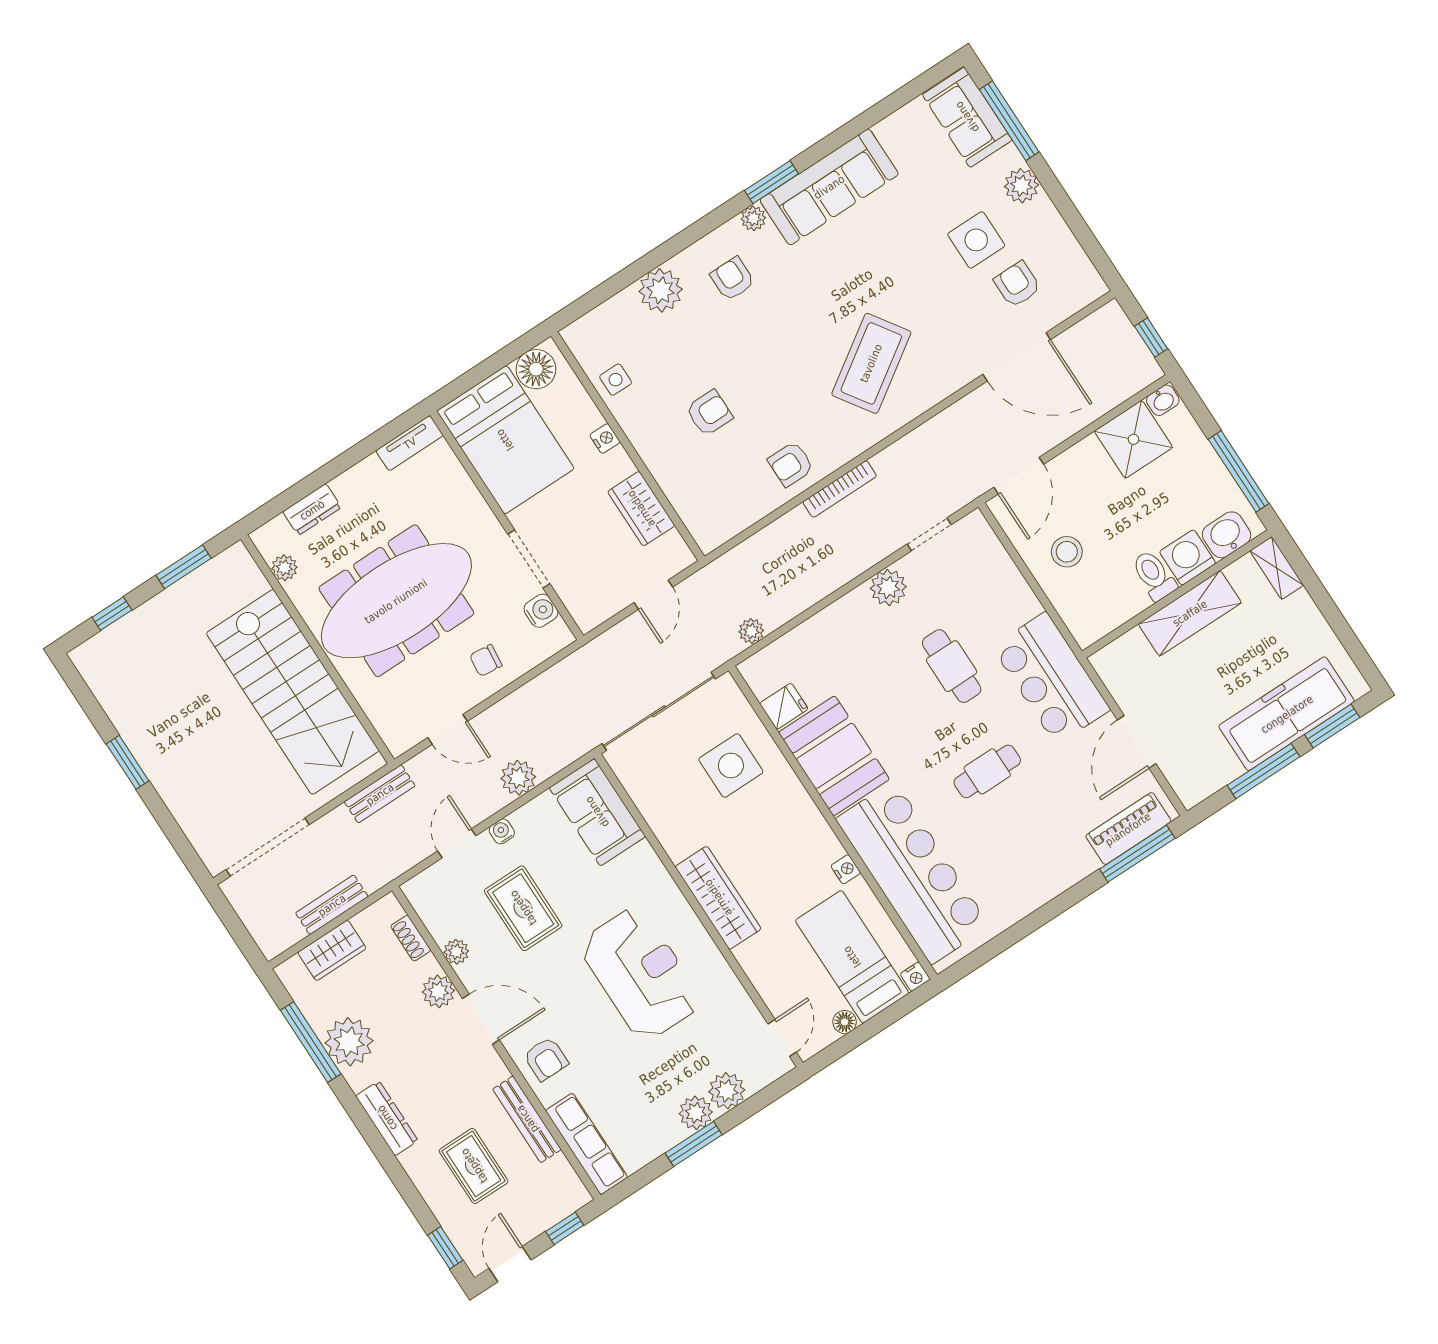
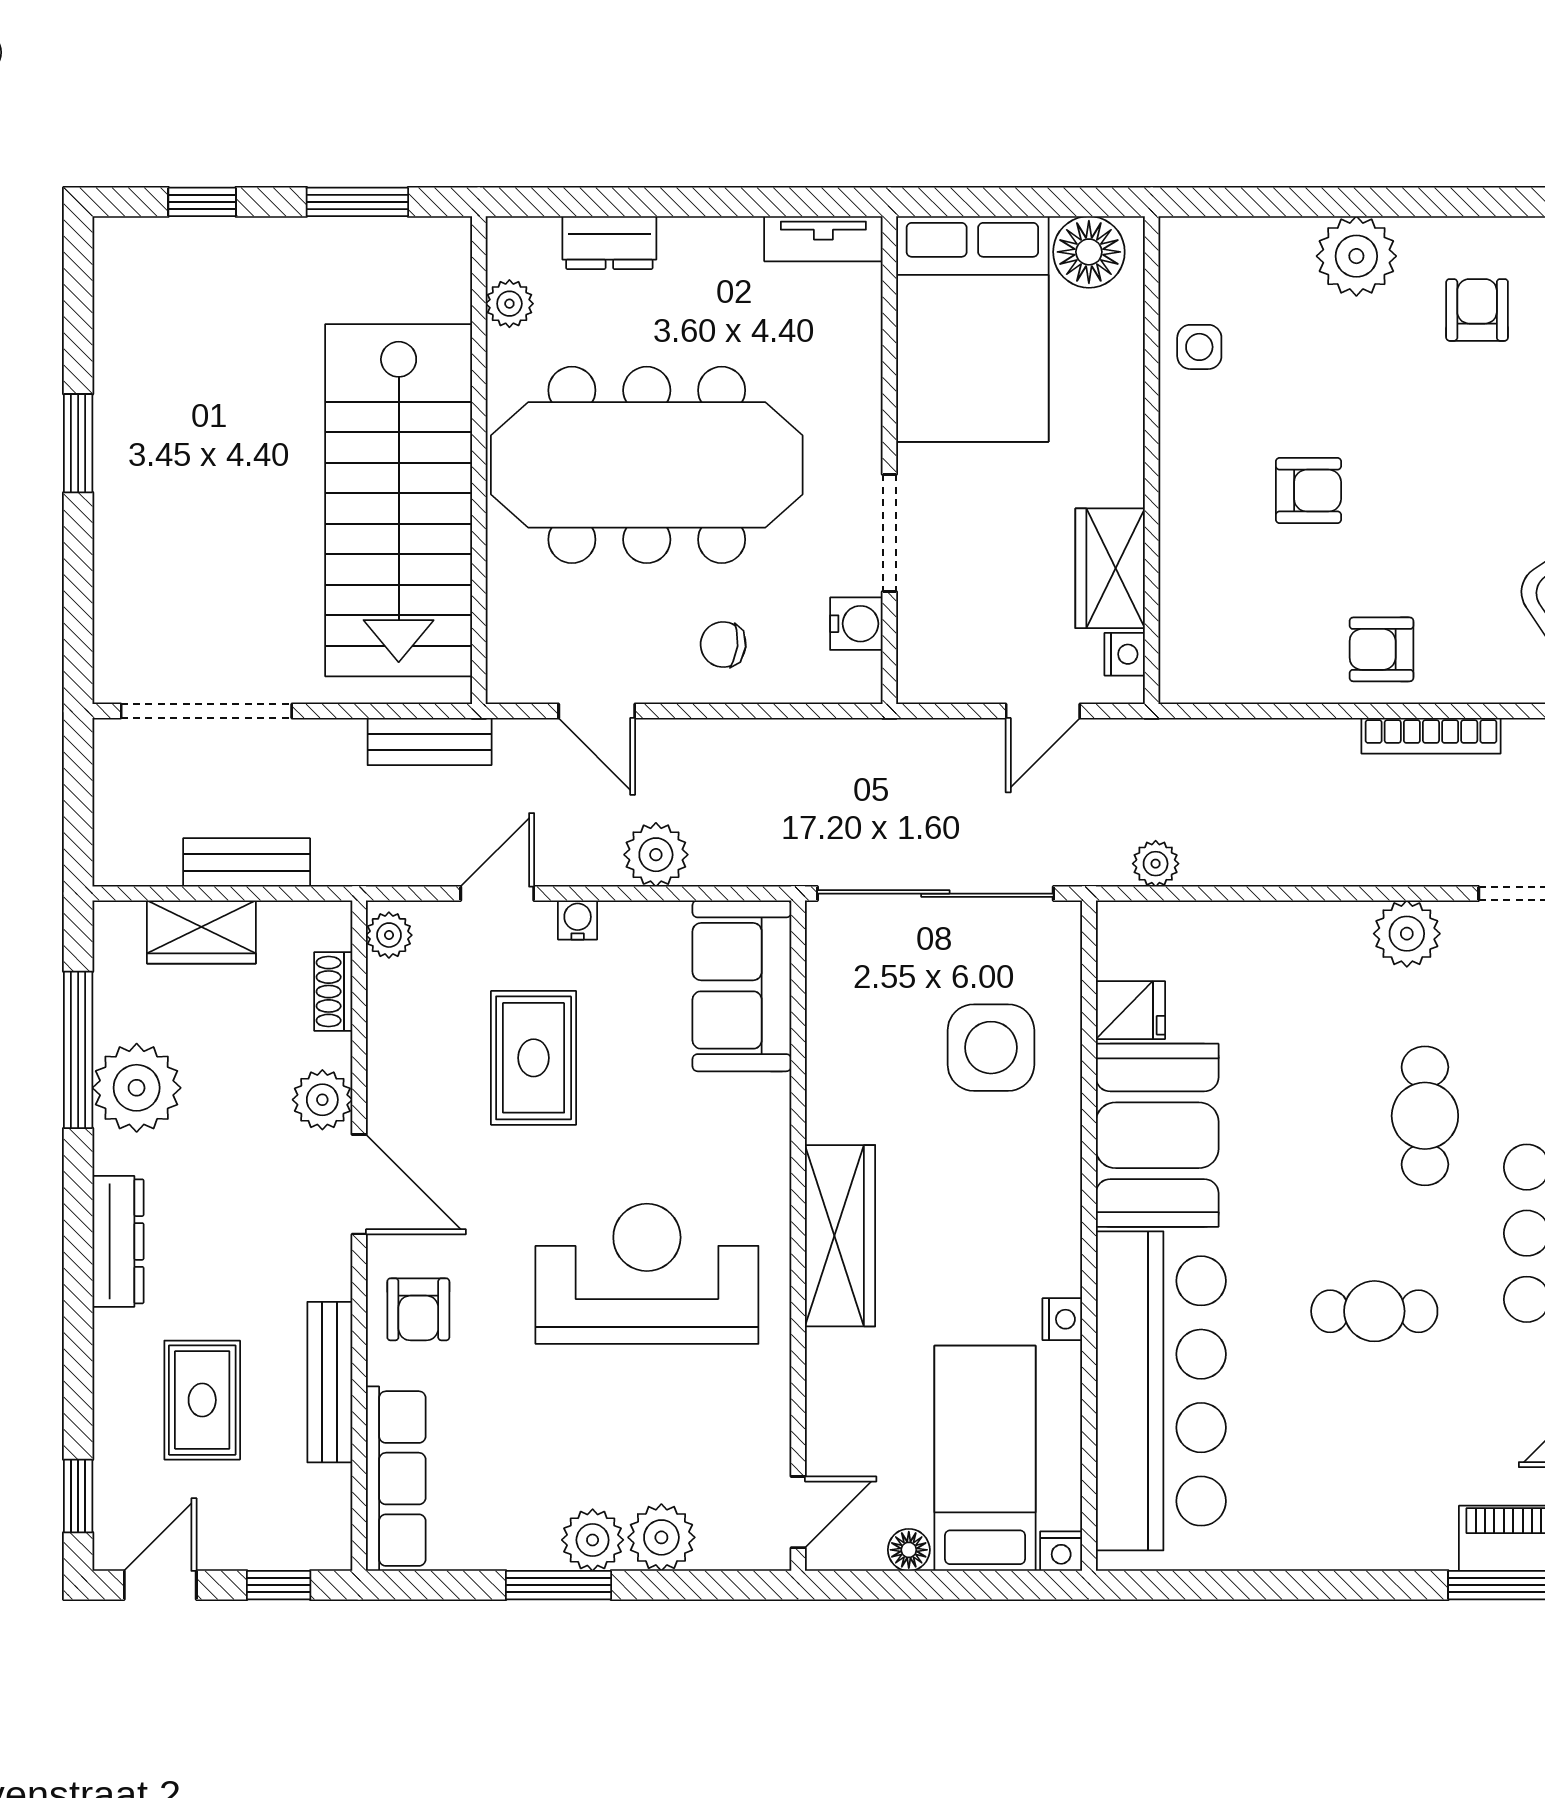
nightstand: (605, 439) -> (1125, 654), moved
plant: (456, 952) -> (389, 935), moved
reception desk: (641, 974) -> (647, 1274), turned -90

